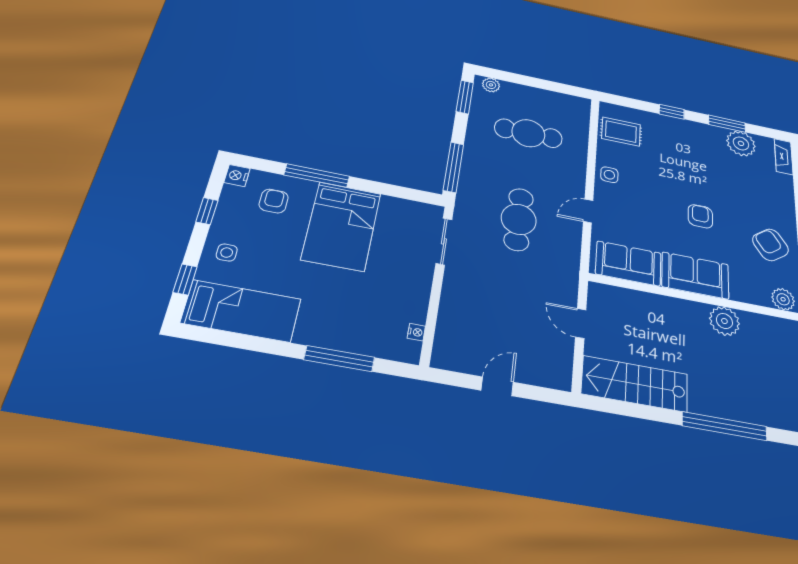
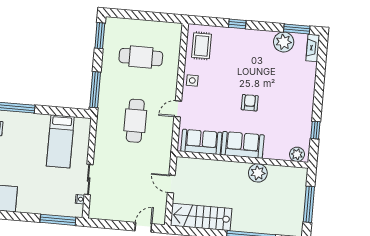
plant: (491, 85) -> (116, 23), removed
window: (727, 124) -> (297, 29), moved
rug: (621, 132) -> (202, 46), turned 90
bed: (342, 226) -> (60, 141), moved, width x0.67
sliding door: (444, 241) -> (89, 179), moved
armchair: (770, 245) -> (294, 117), removed
window: (339, 359) -> (58, 220), moved
door: (497, 386) -> (143, 227), moved

